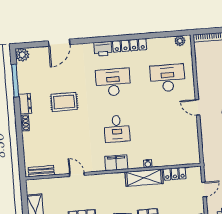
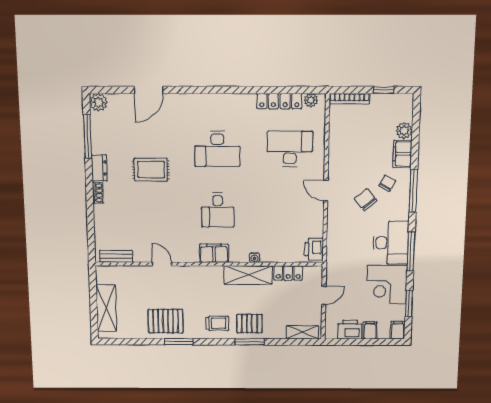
locker: (130, 45) -> (279, 101), moved
printer: (103, 49) -> (314, 249), moved, turned 90
desk: (113, 82) -> (217, 149), turned 180

